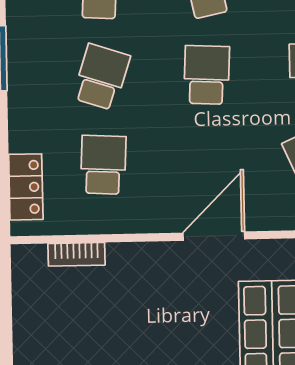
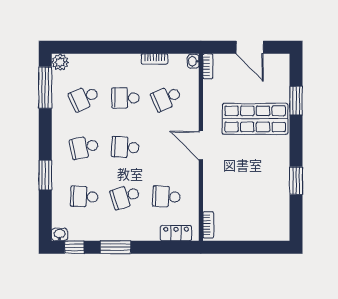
school desk: (101, 77) -> (125, 197), turned -36
bookcase: (77, 254) -> (208, 225), moved

